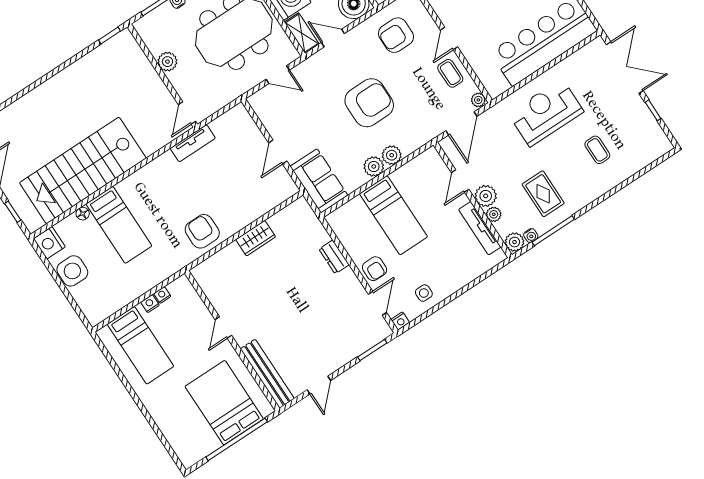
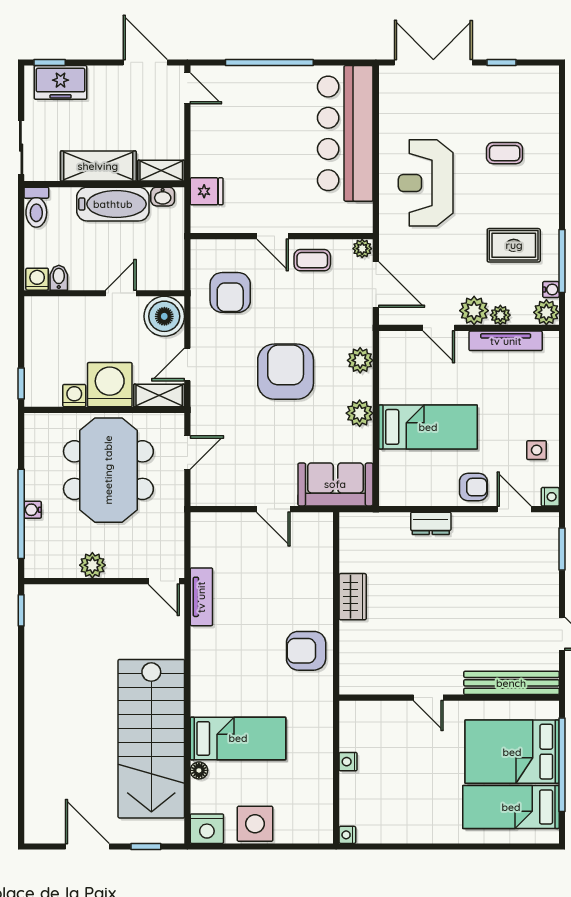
plant: (392, 155) -> (360, 360), moved
nightstand: (162, 295) -> (347, 835), moved
bed: (140, 345) -> (511, 807), moved, turned 180

